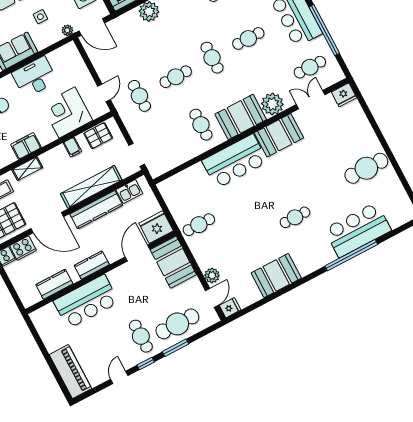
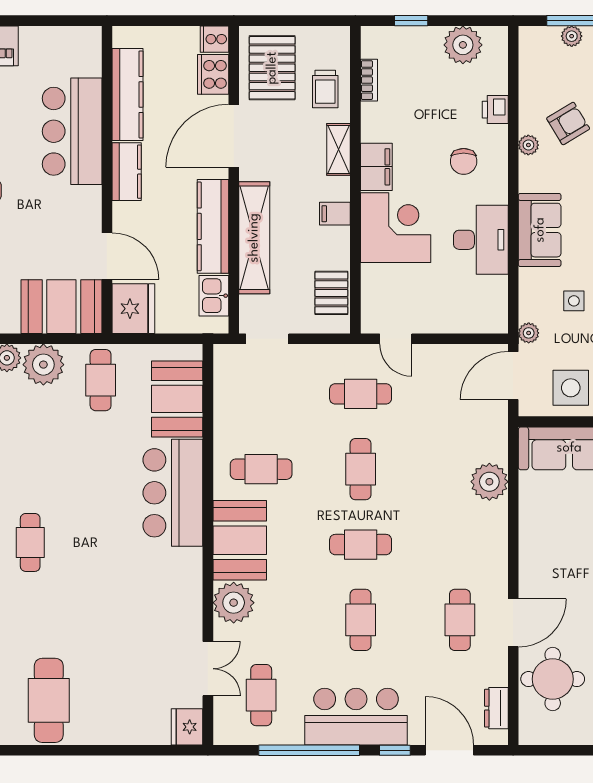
corner desk: (67, 112) -> (396, 228), moved
booth: (279, 135) -> (177, 399), moved
filing cabinet: (72, 147) -> (335, 214), moved
plant: (206, 256) -> (43, 365), added
kitchen counter: (54, 284) -> (127, 94), width x1.50

